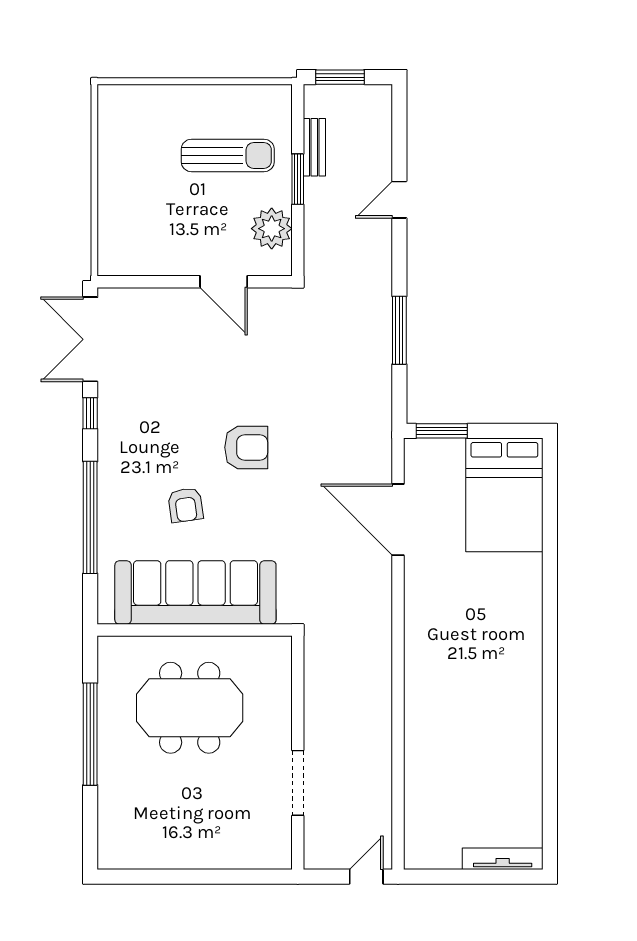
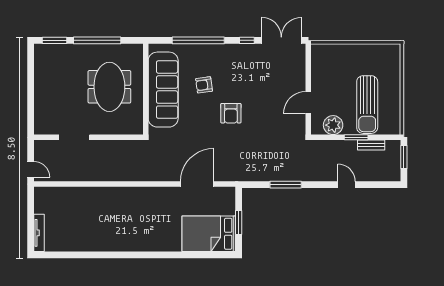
sun lounger: (228, 155) -> (367, 105), width x1.36, depth x1.34
window: (442, 431) -> (239, 222), moved
window: (90, 825) -> (54, 40), added

